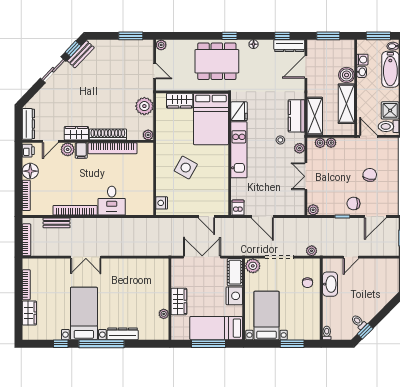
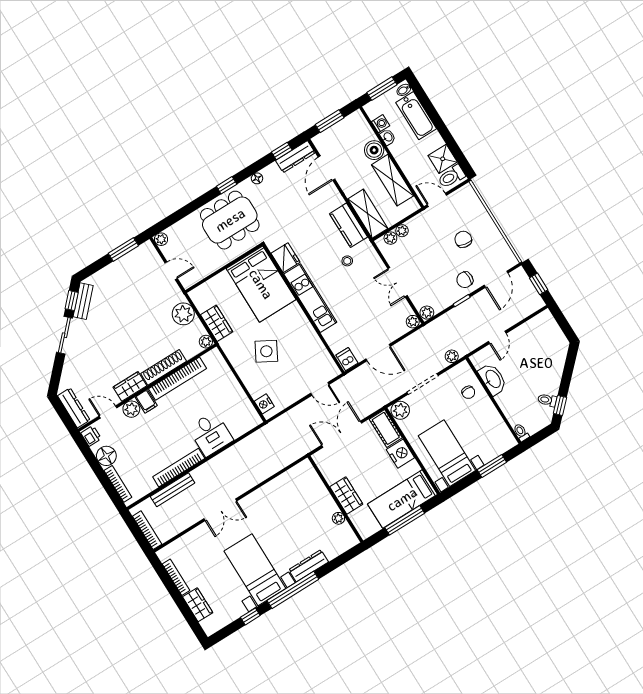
wardrobe: (180, 101) -> (217, 323), moved, turned -90
door: (50, 141) -> (108, 412), swing flipped
plant: (300, 148) -> (413, 322), moved
bench: (57, 223) -> (173, 490), width x1.36

